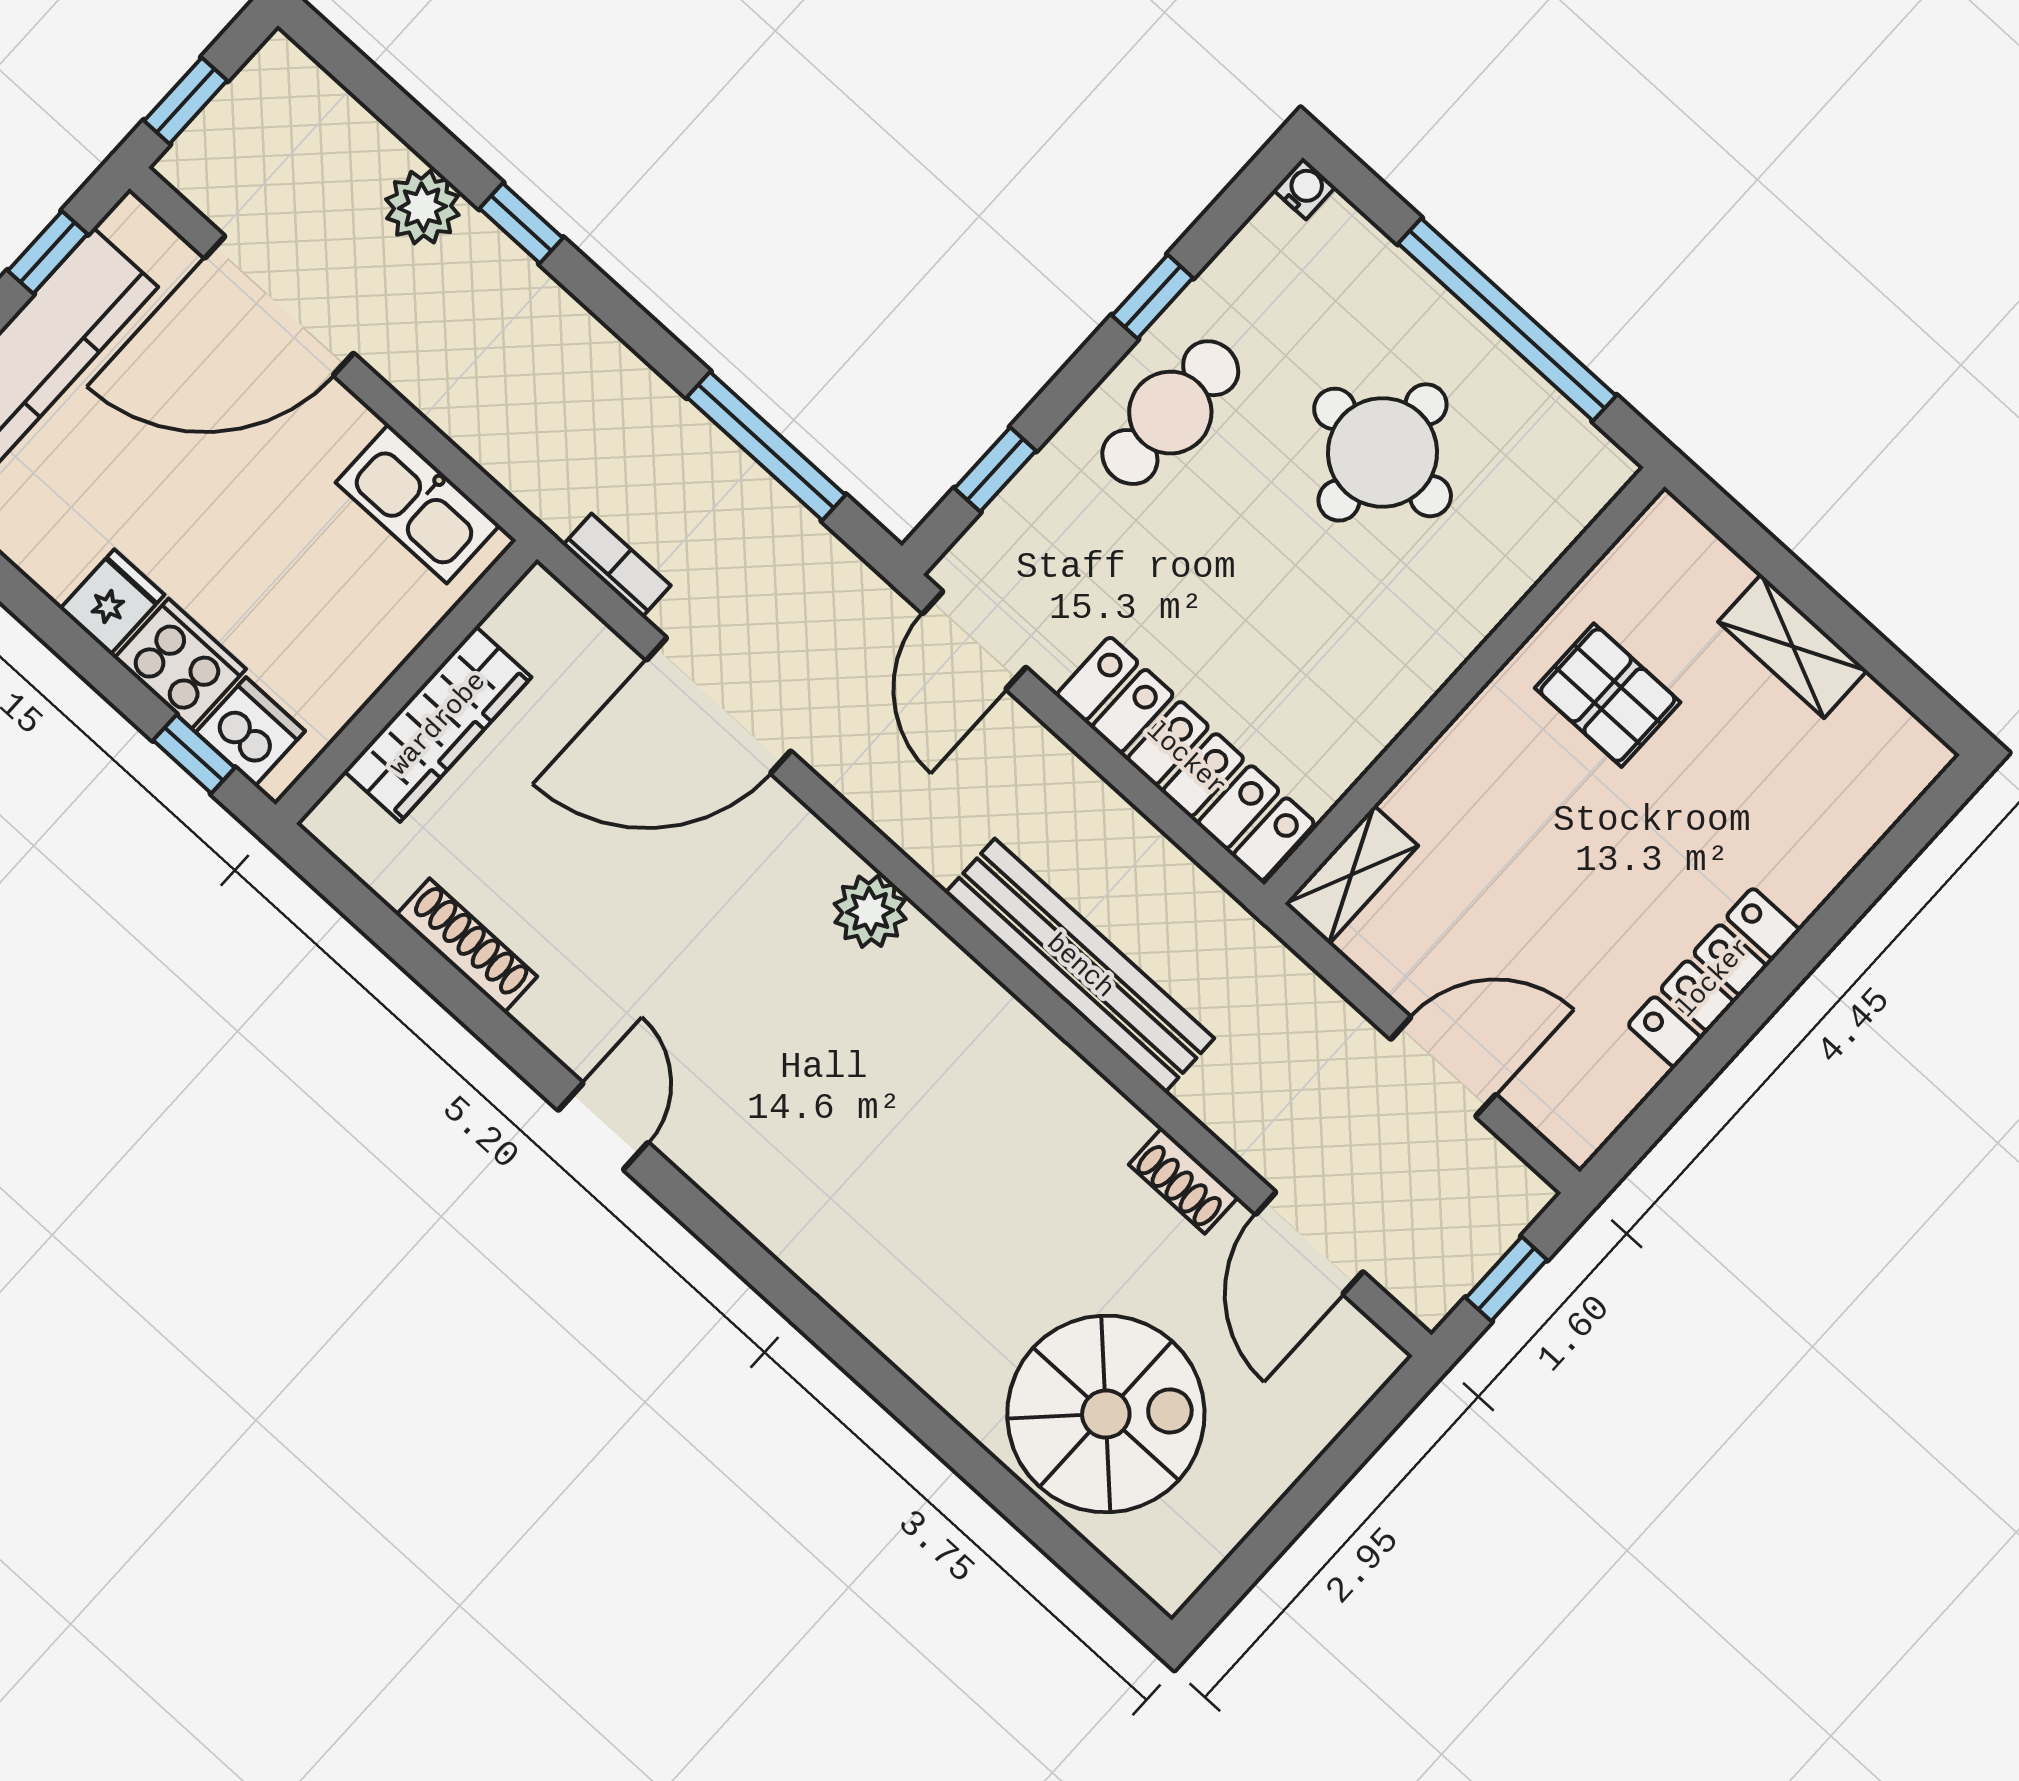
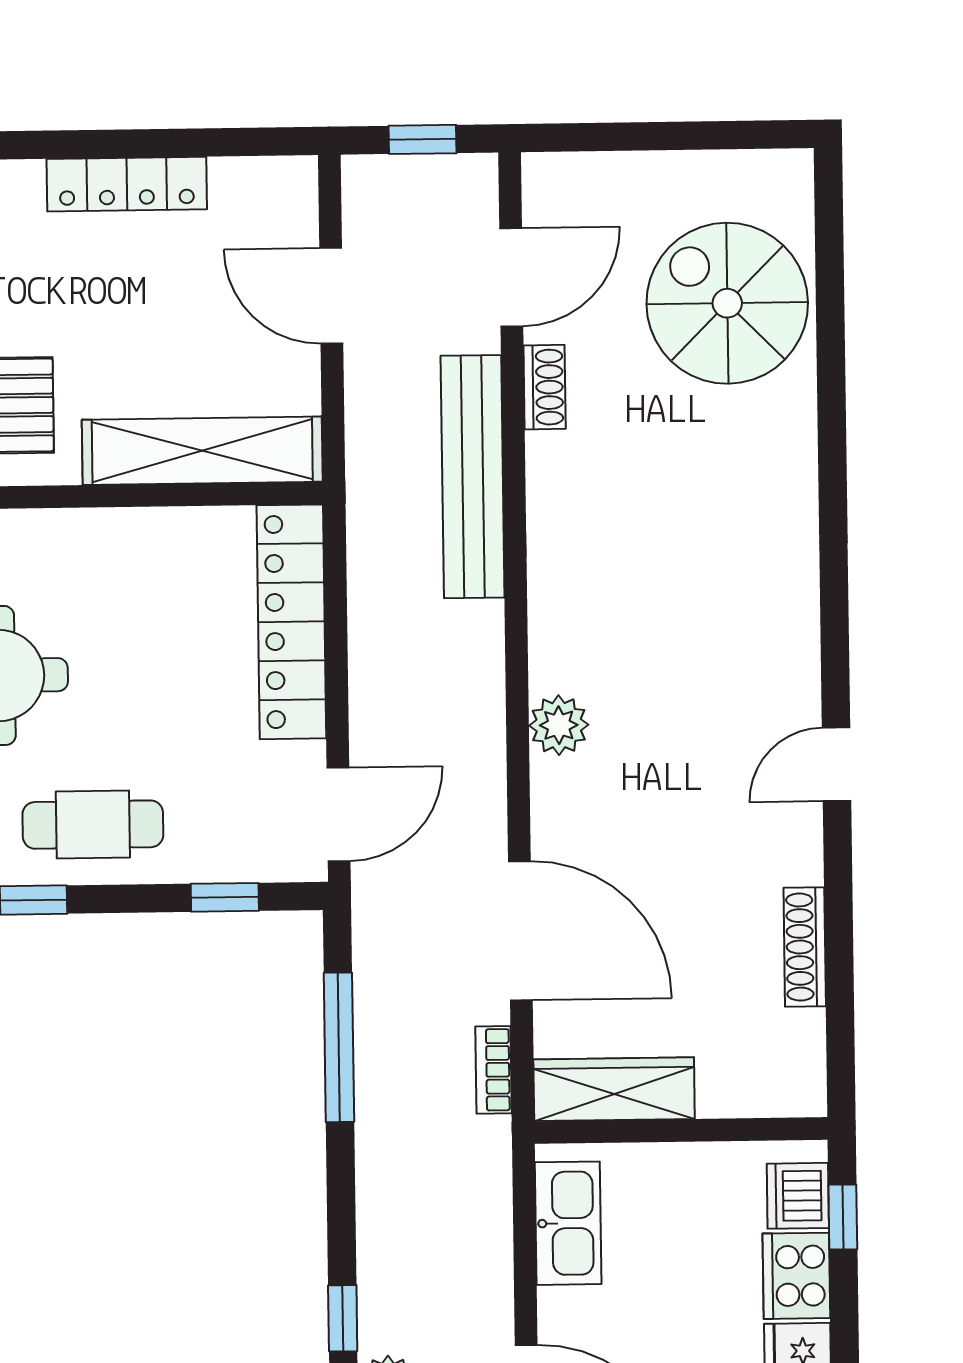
wardrobe: (438, 724) -> (614, 1089), moved
shelving: (1351, 875) -> (202, 451), width x2.20, depth x1.33
bench: (1080, 966) -> (473, 477), moved

